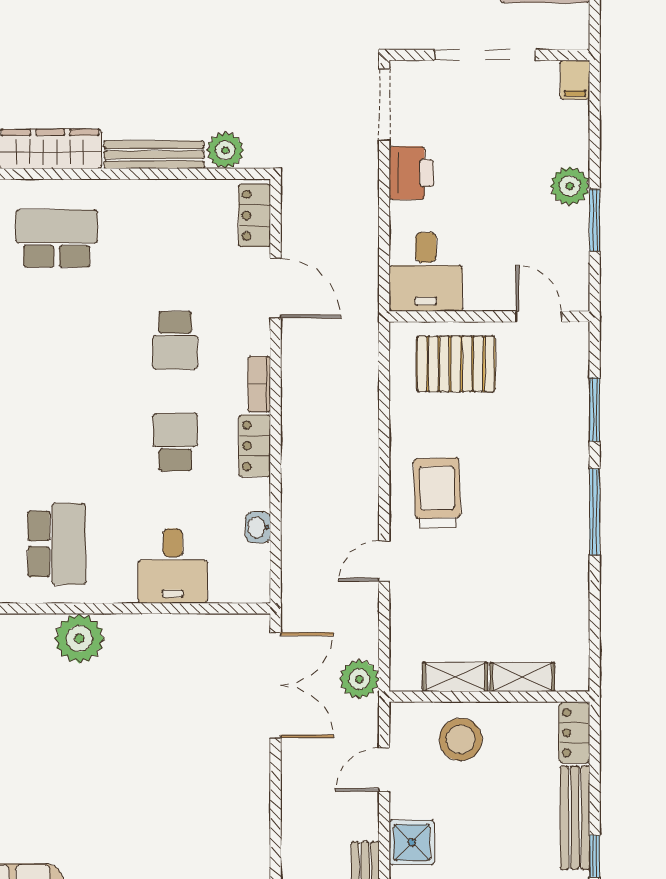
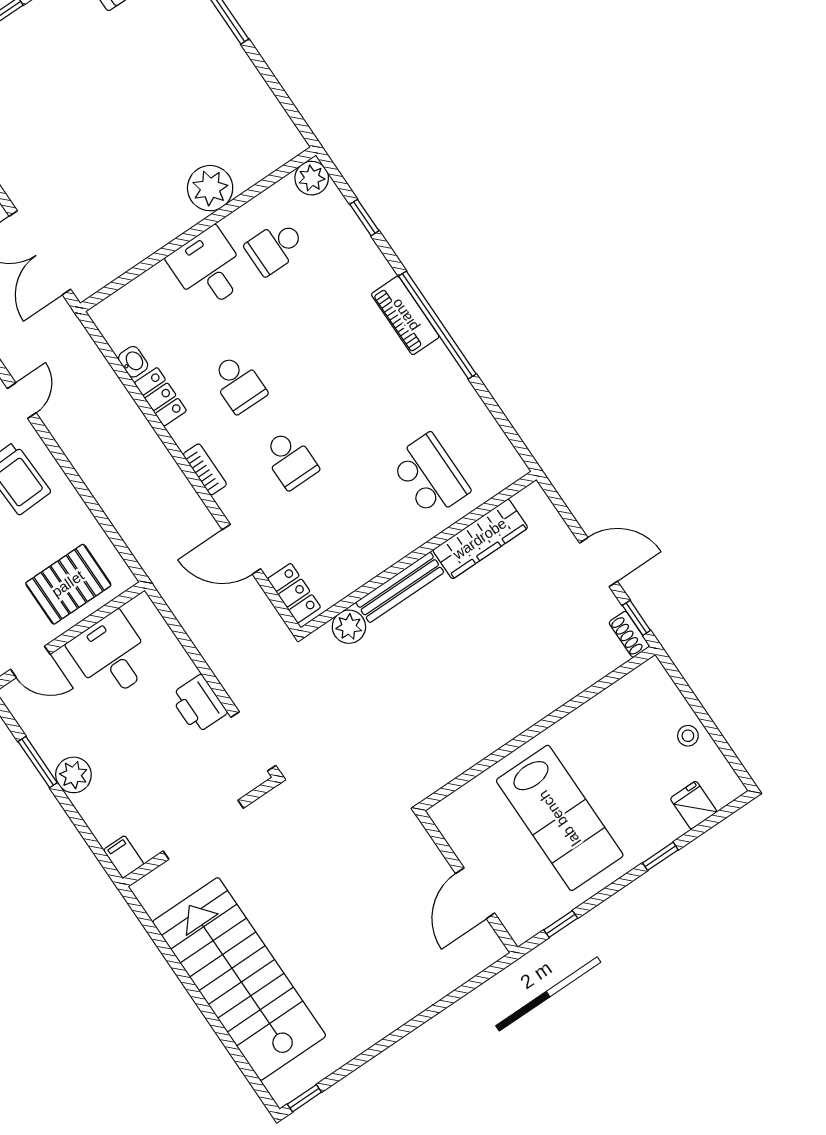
school desk: (57, 238) -> (430, 475), turned -90
desk: (426, 272) -> (111, 655), moved
school desk: (175, 340) -> (290, 460), turned 180
locker: (255, 446) -> (160, 397), moved
school desk: (57, 544) -> (275, 247), width x0.54
desk: (173, 566) -> (208, 268), moved

